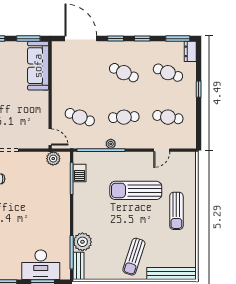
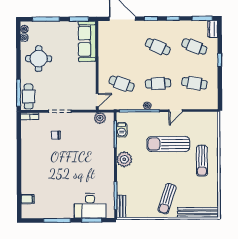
door: (50, 137) -> (97, 100), hinge flipped
door: (162, 150) -> (176, 111), moved
plant: (82, 242) -> (124, 159), moved

